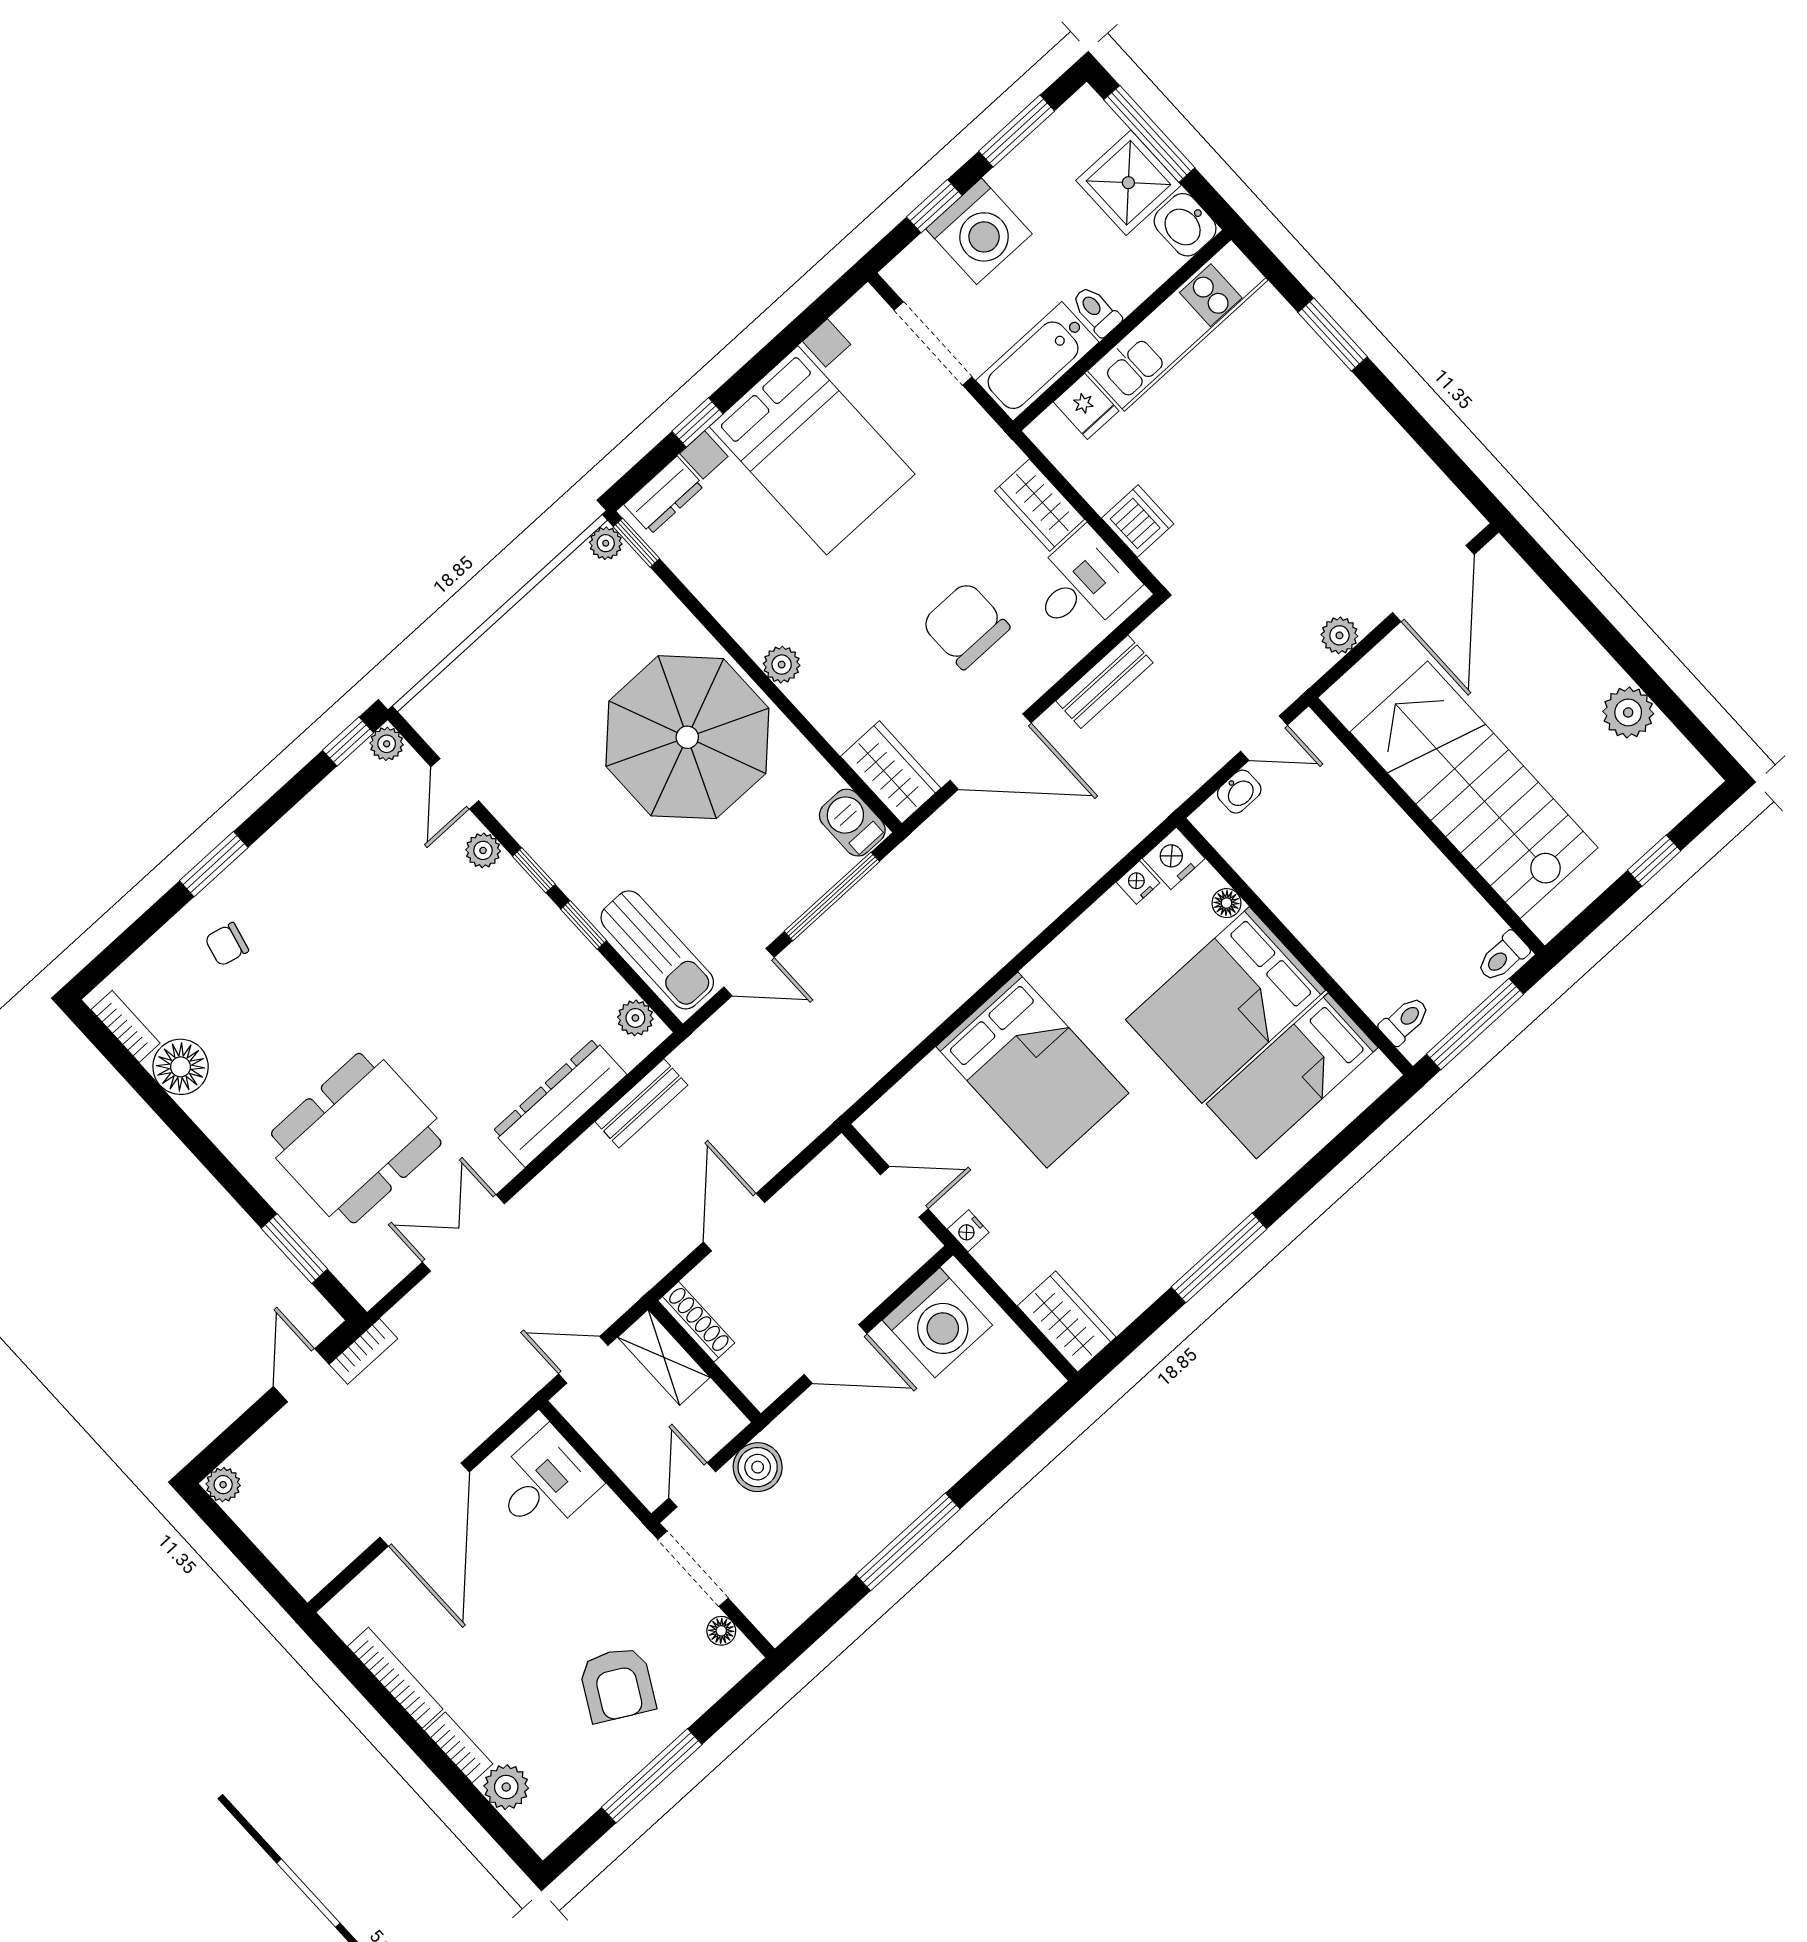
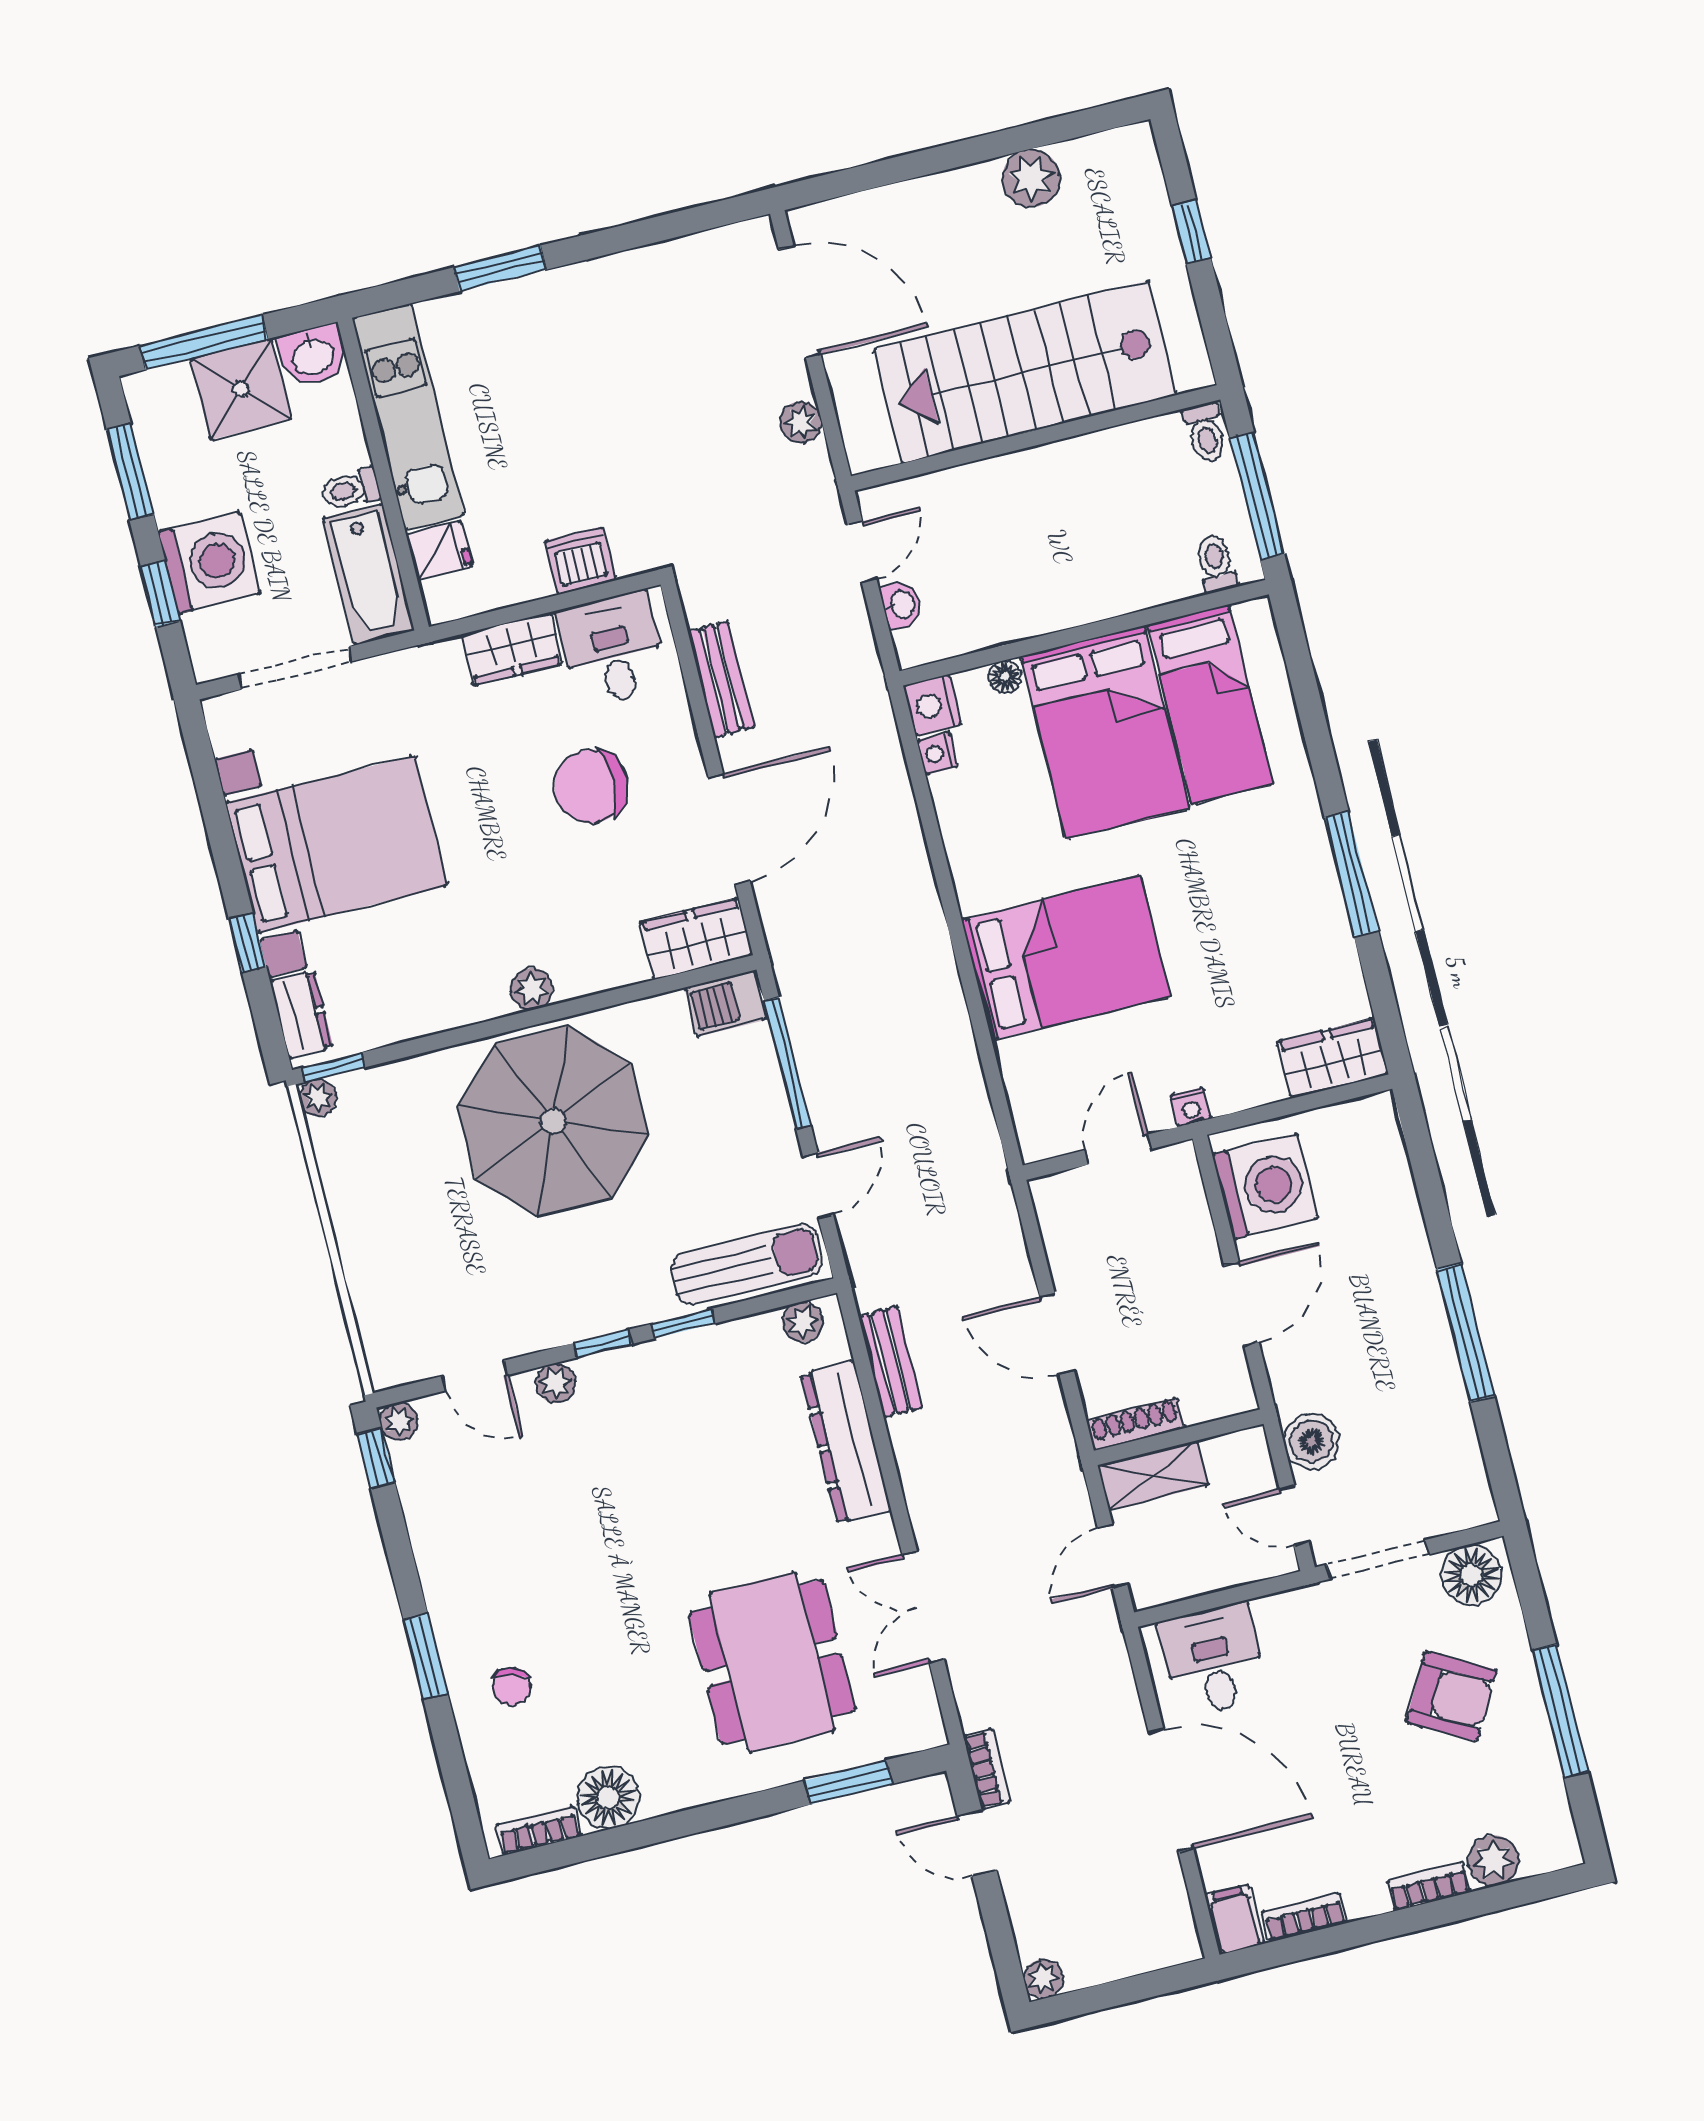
filing cabinet: (350, 1609) -> (1234, 1919), added
floor lamp: (721, 1631) -> (1471, 1575), width x1.89, depth x1.89
bookcase: (395, 1678) -> (1304, 1917), width x0.64

